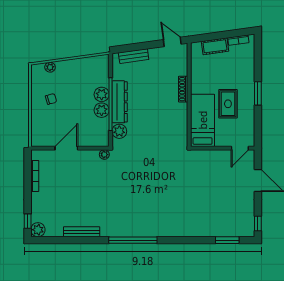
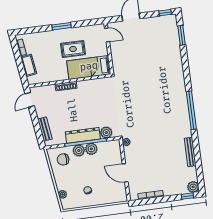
chair: (93, 74) -> (63, 159), added

